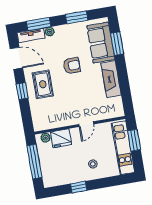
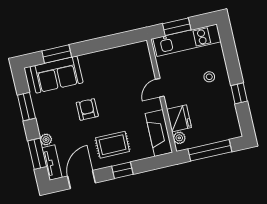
fireplace: (111, 79) -> (159, 133), moved, turned 90
door: (86, 124) -> (160, 88), swing flipped

